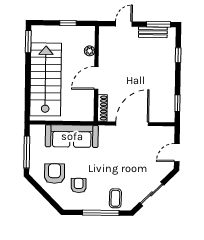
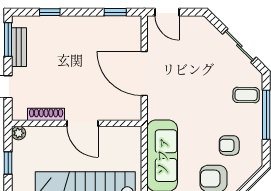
plant: (90, 51) -> (19, 133), moved
shoe rack: (102, 108) -> (46, 114), moved
door: (177, 153) -> (167, 12), moved

